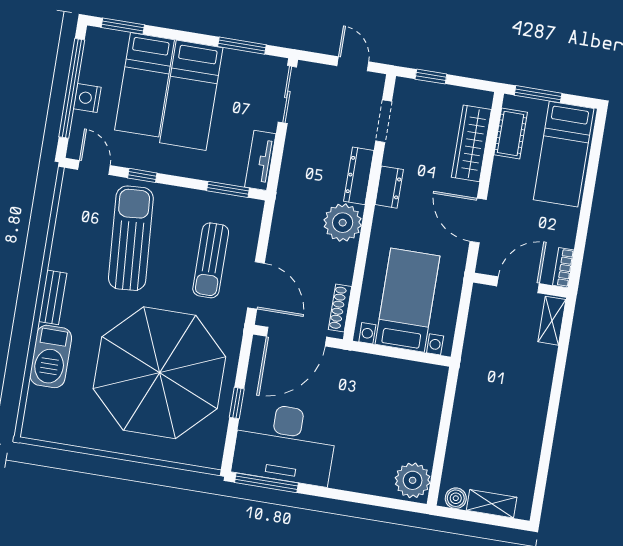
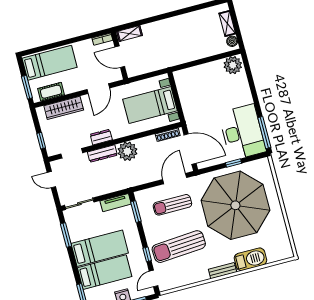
door: (353, 64) -> (51, 180), hinge flipped
sun lounger: (211, 260) -> (172, 205), turned 180

